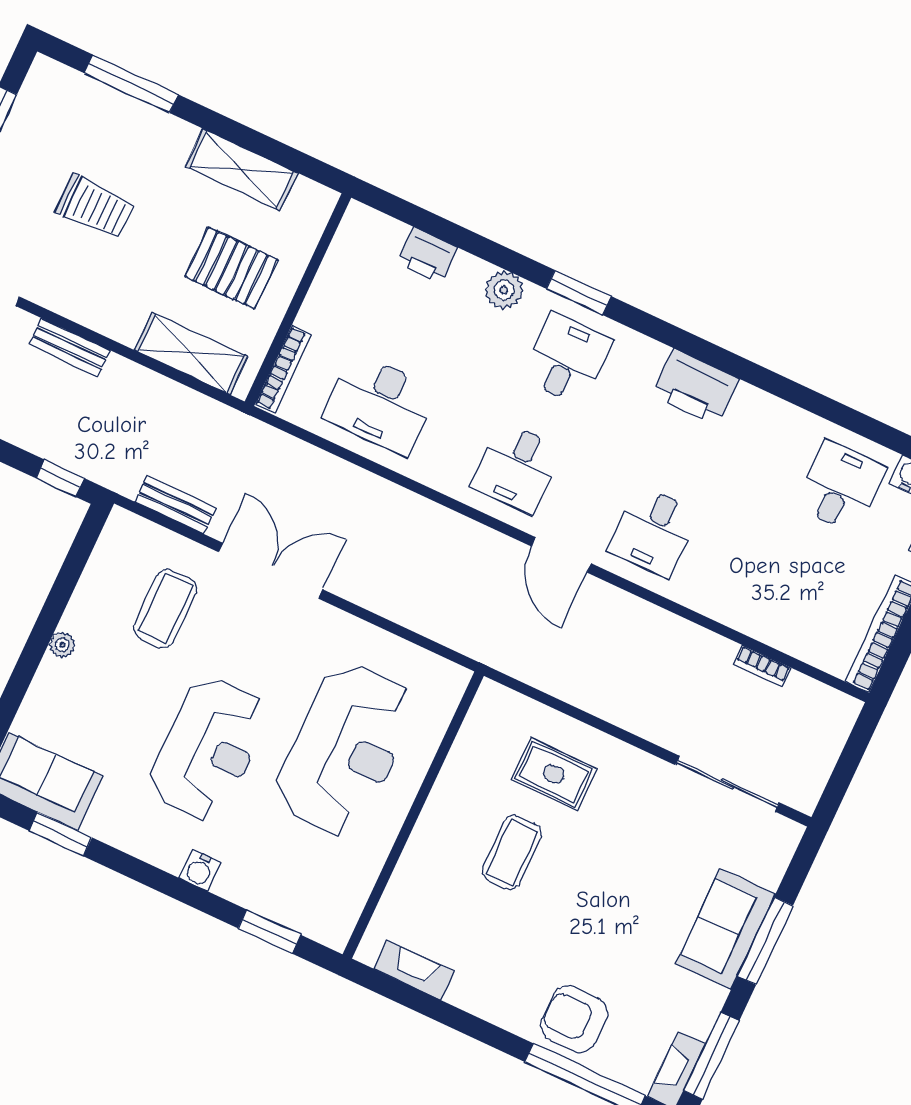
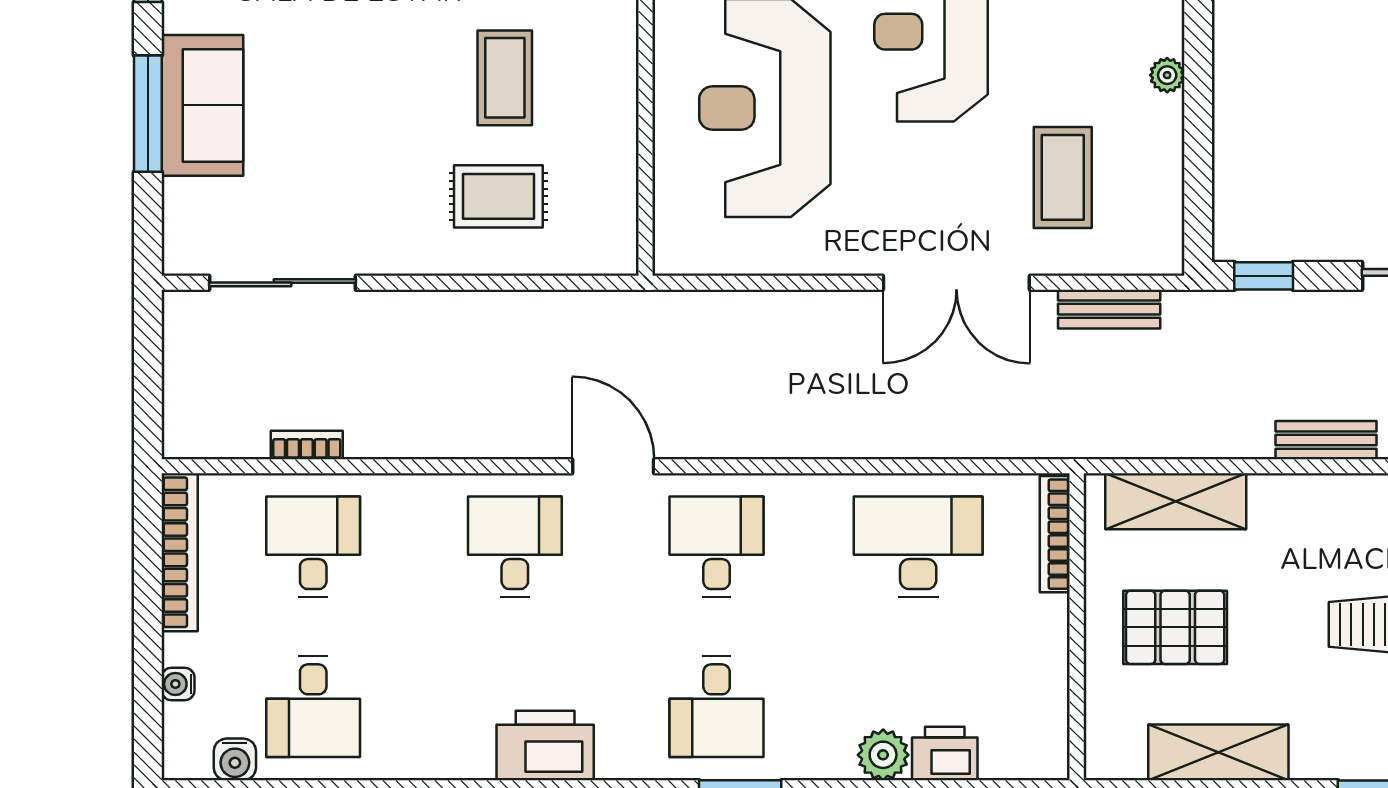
plant: (504, 290) -> (883, 755), moved
desk: (790, 595) -> (313, 547), added

